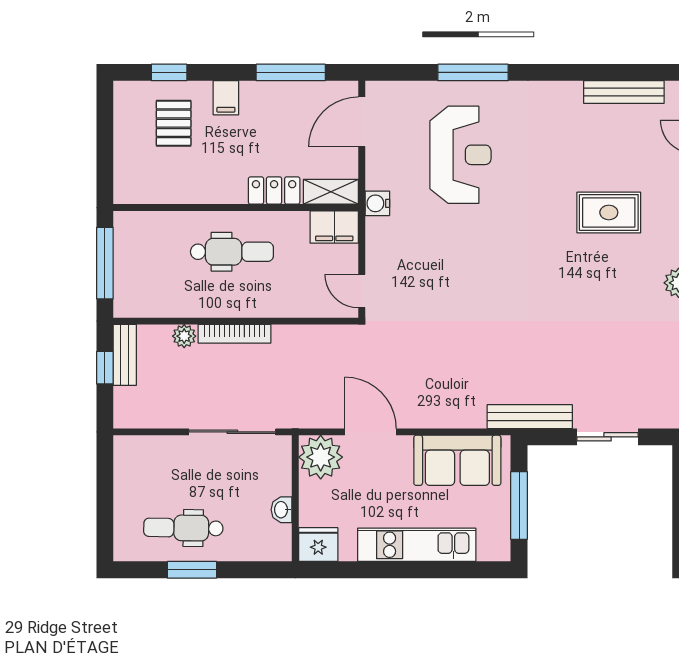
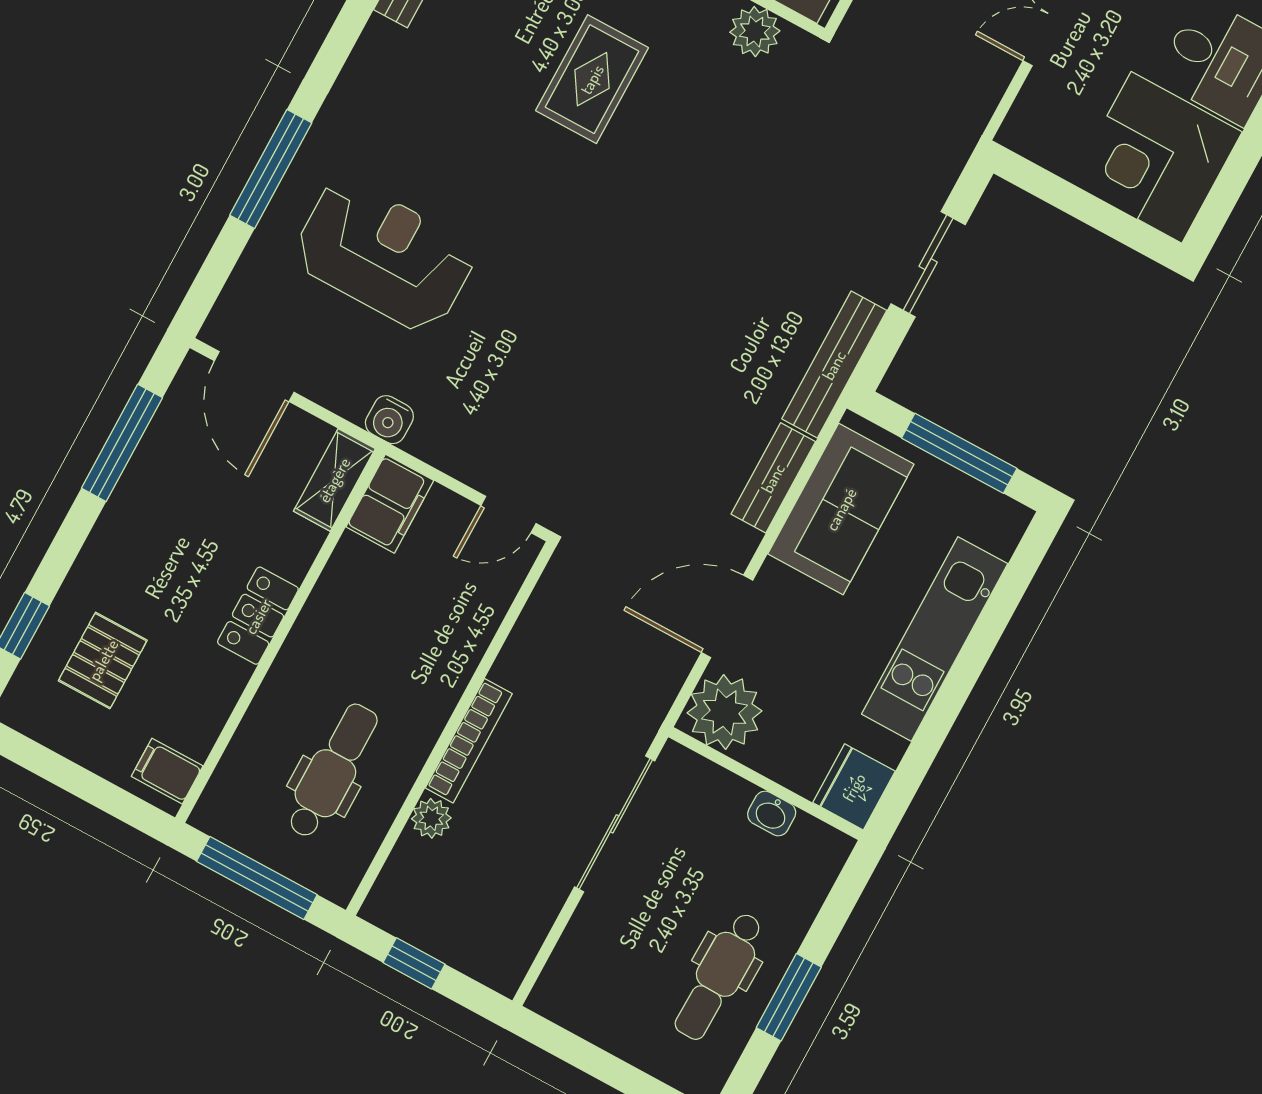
filing cabinet: (226, 98) -> (167, 771), moved, turned 180
pallet: (174, 123) -> (103, 660), turned 90
locker: (274, 191) -> (258, 616), moved
dental chair: (232, 252) -> (332, 771), moved
bench: (125, 355) -> (773, 478), moved, turned 90

